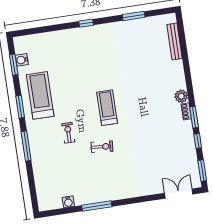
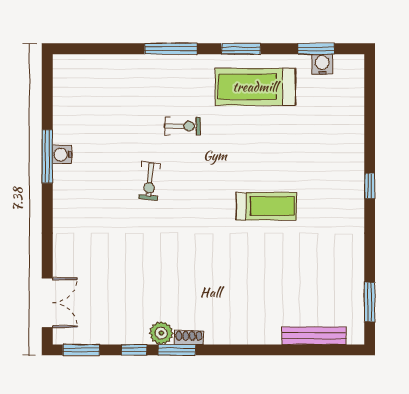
window: (134, 16) -> (370, 302), moved
treadmill: (40, 95) -> (255, 87), turned 180
plant: (181, 96) -> (161, 333), moved
treadmill: (107, 108) -> (266, 206), moved
water cooler: (68, 202) -> (62, 154), moved

